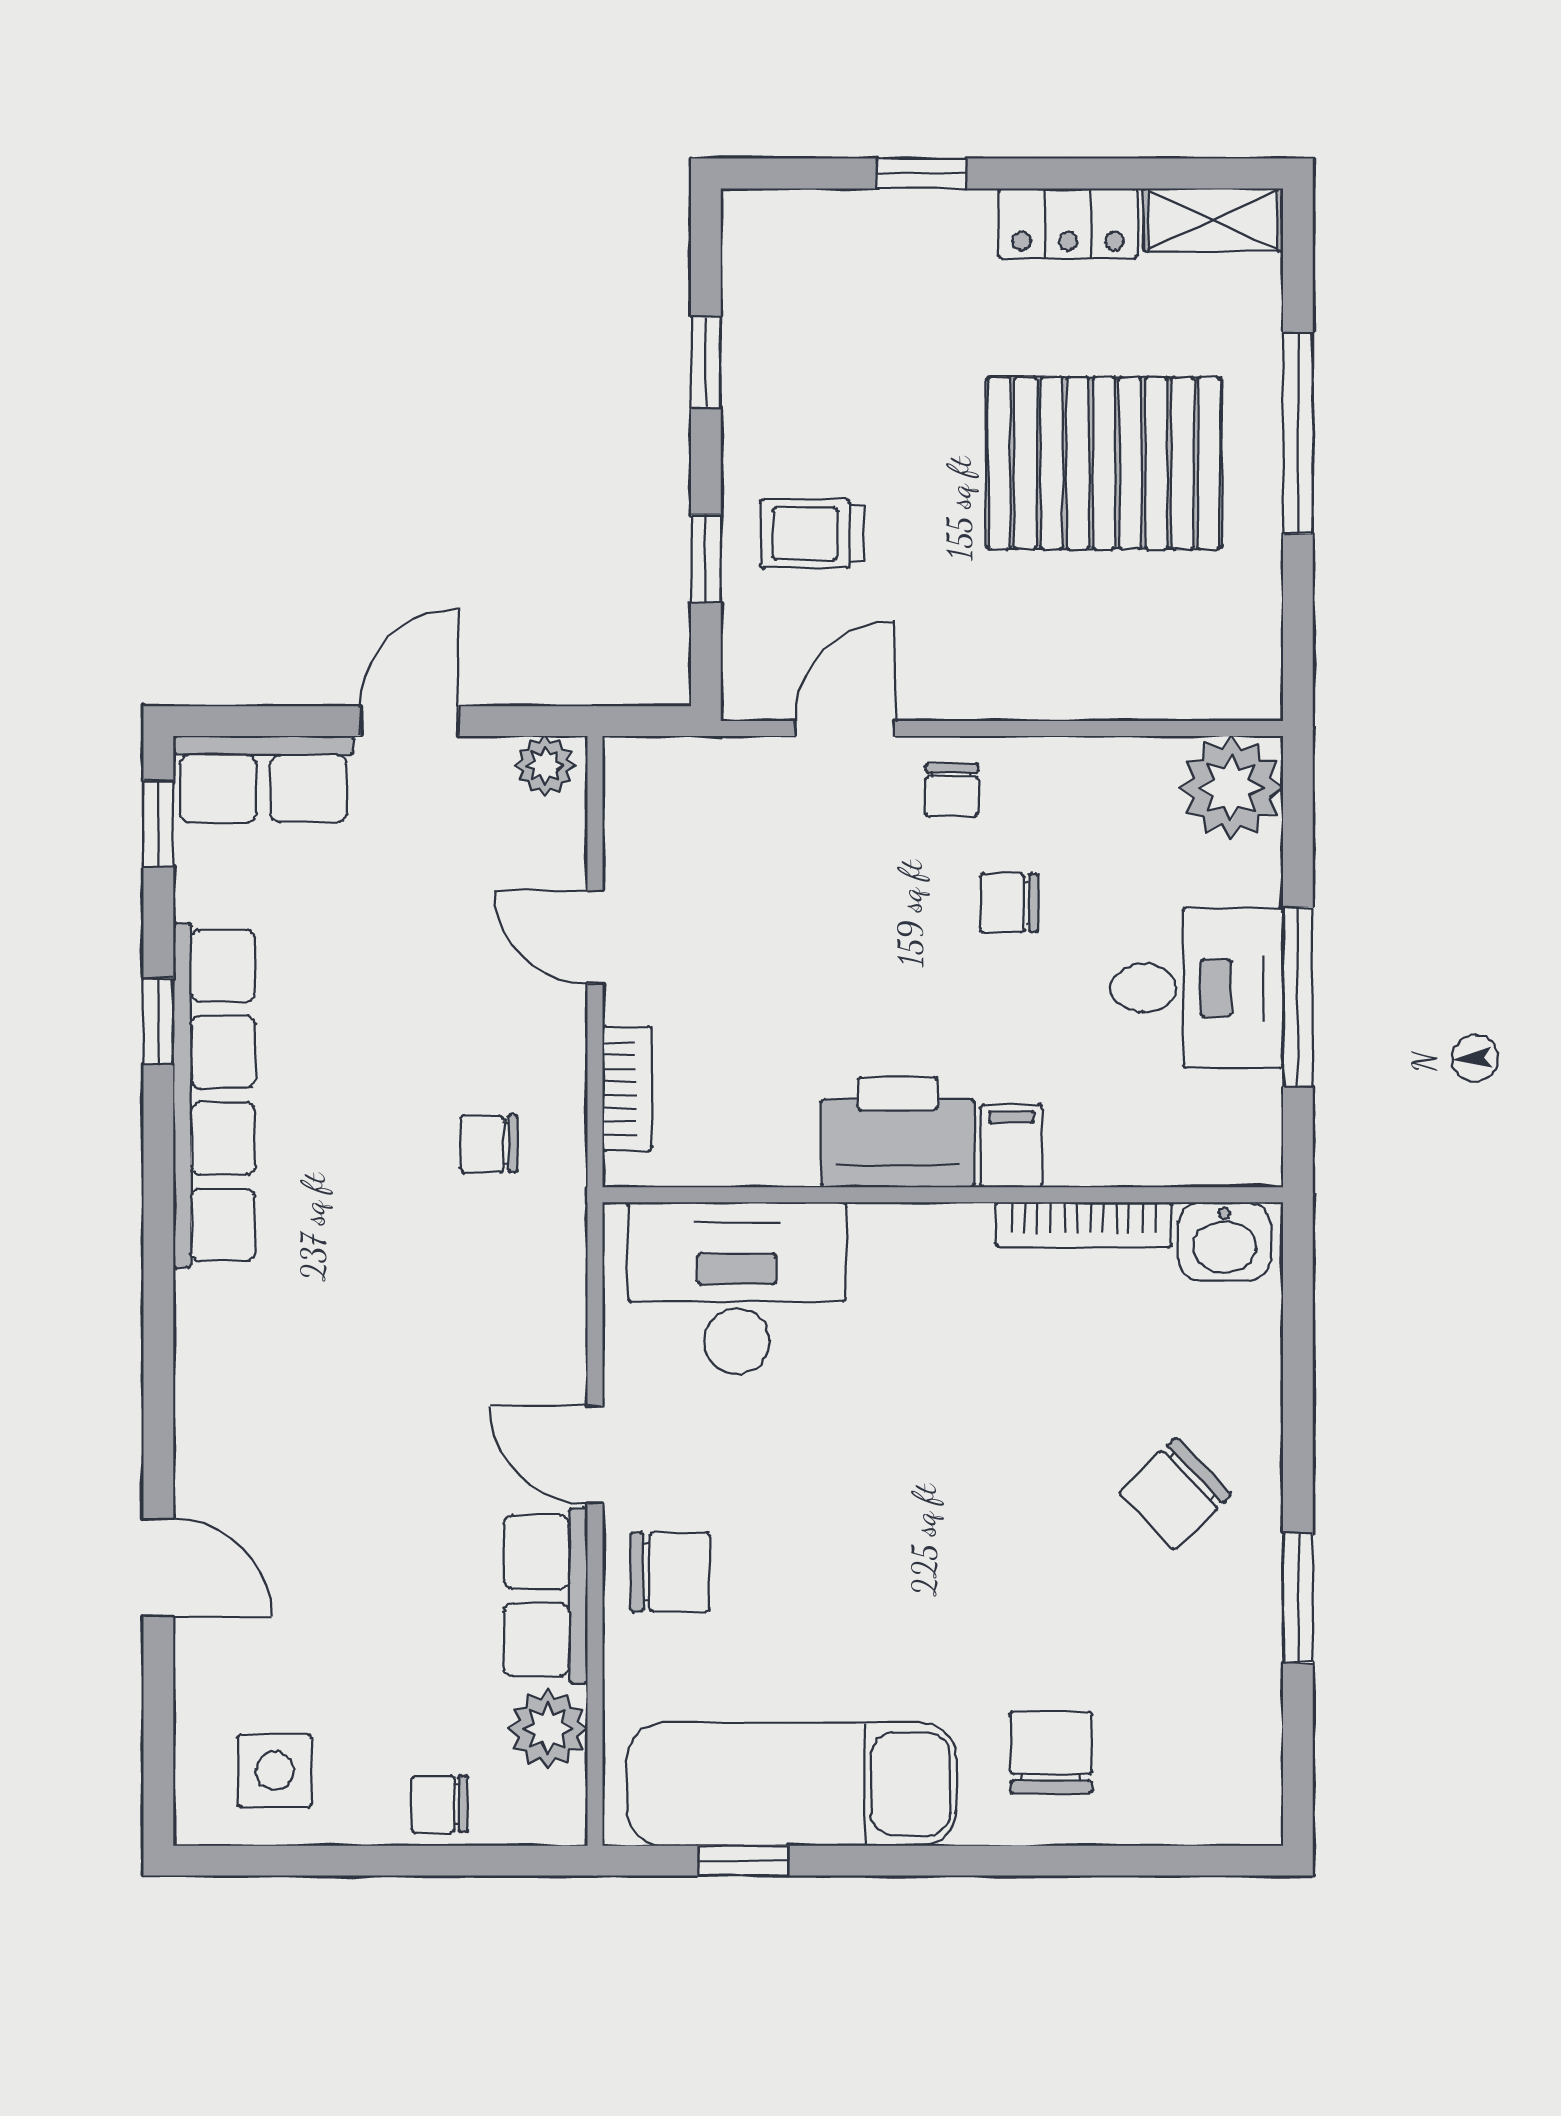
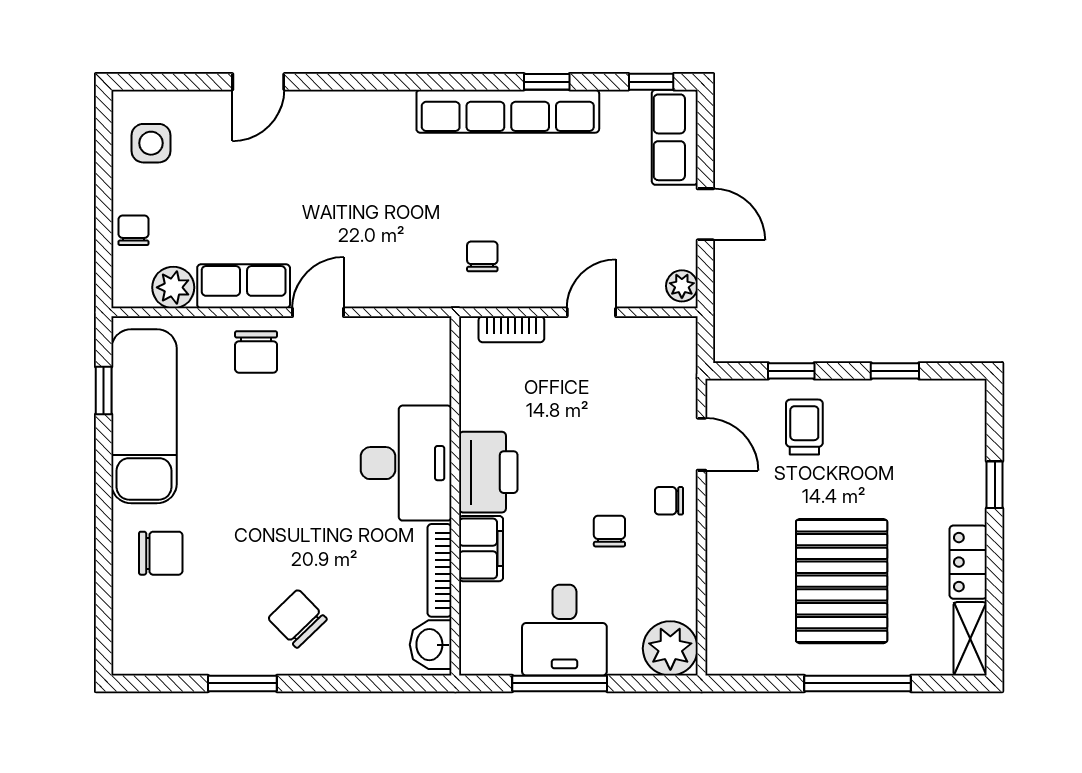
filing cabinet: (1011, 1146) -> (481, 549), width x2.00
desk: (737, 1288) -> (406, 463), moved

